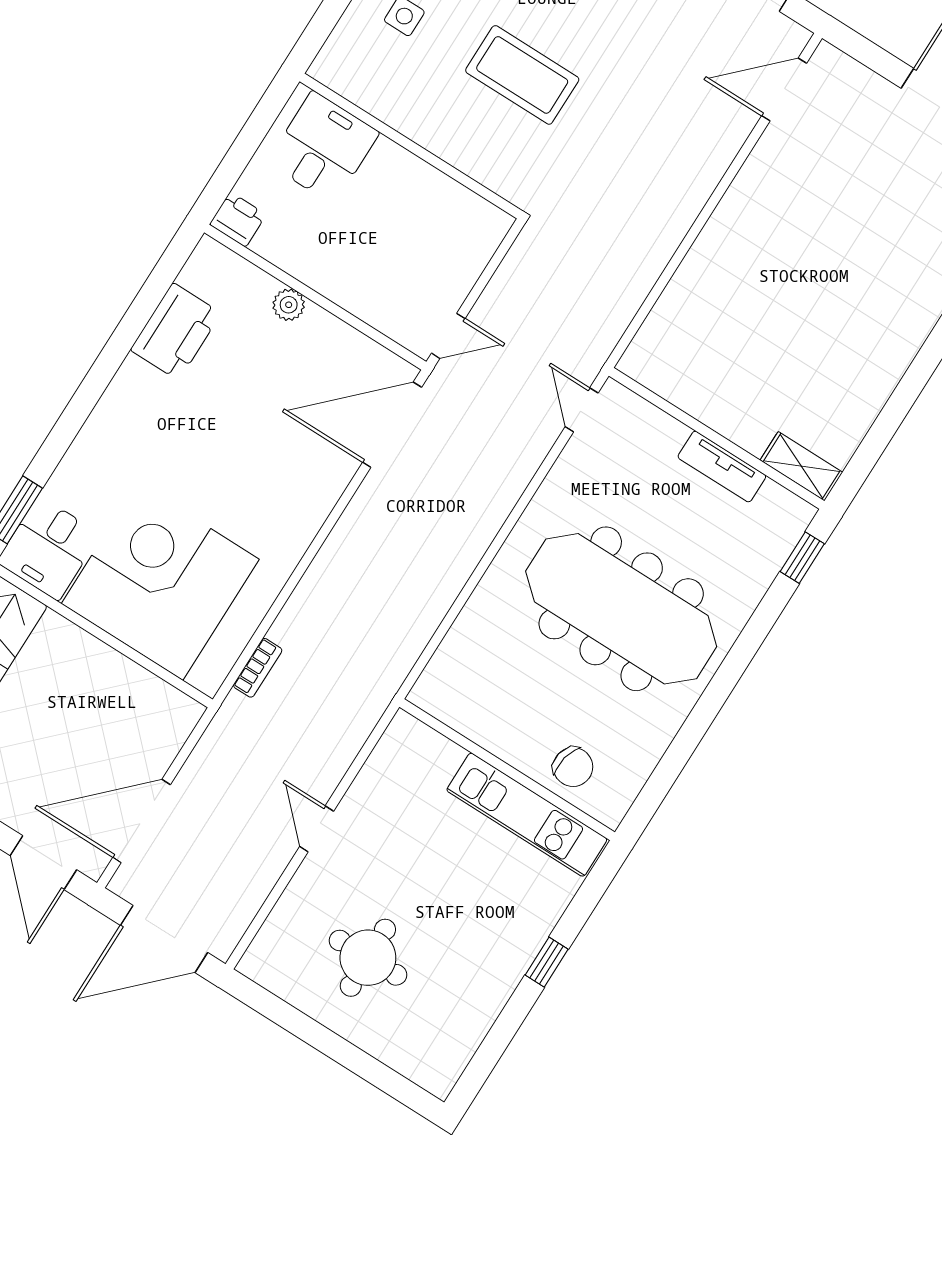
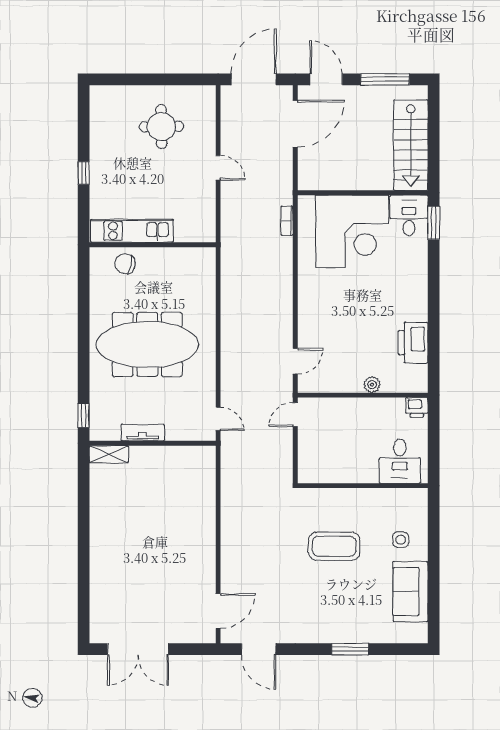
door: (392, 425) -> (295, 361), width x0.53

